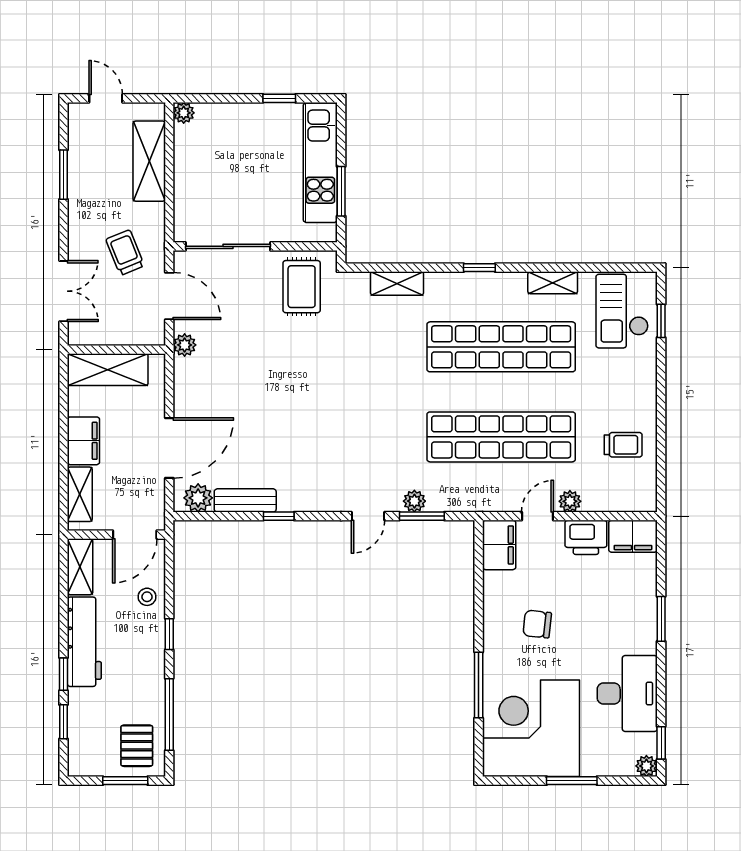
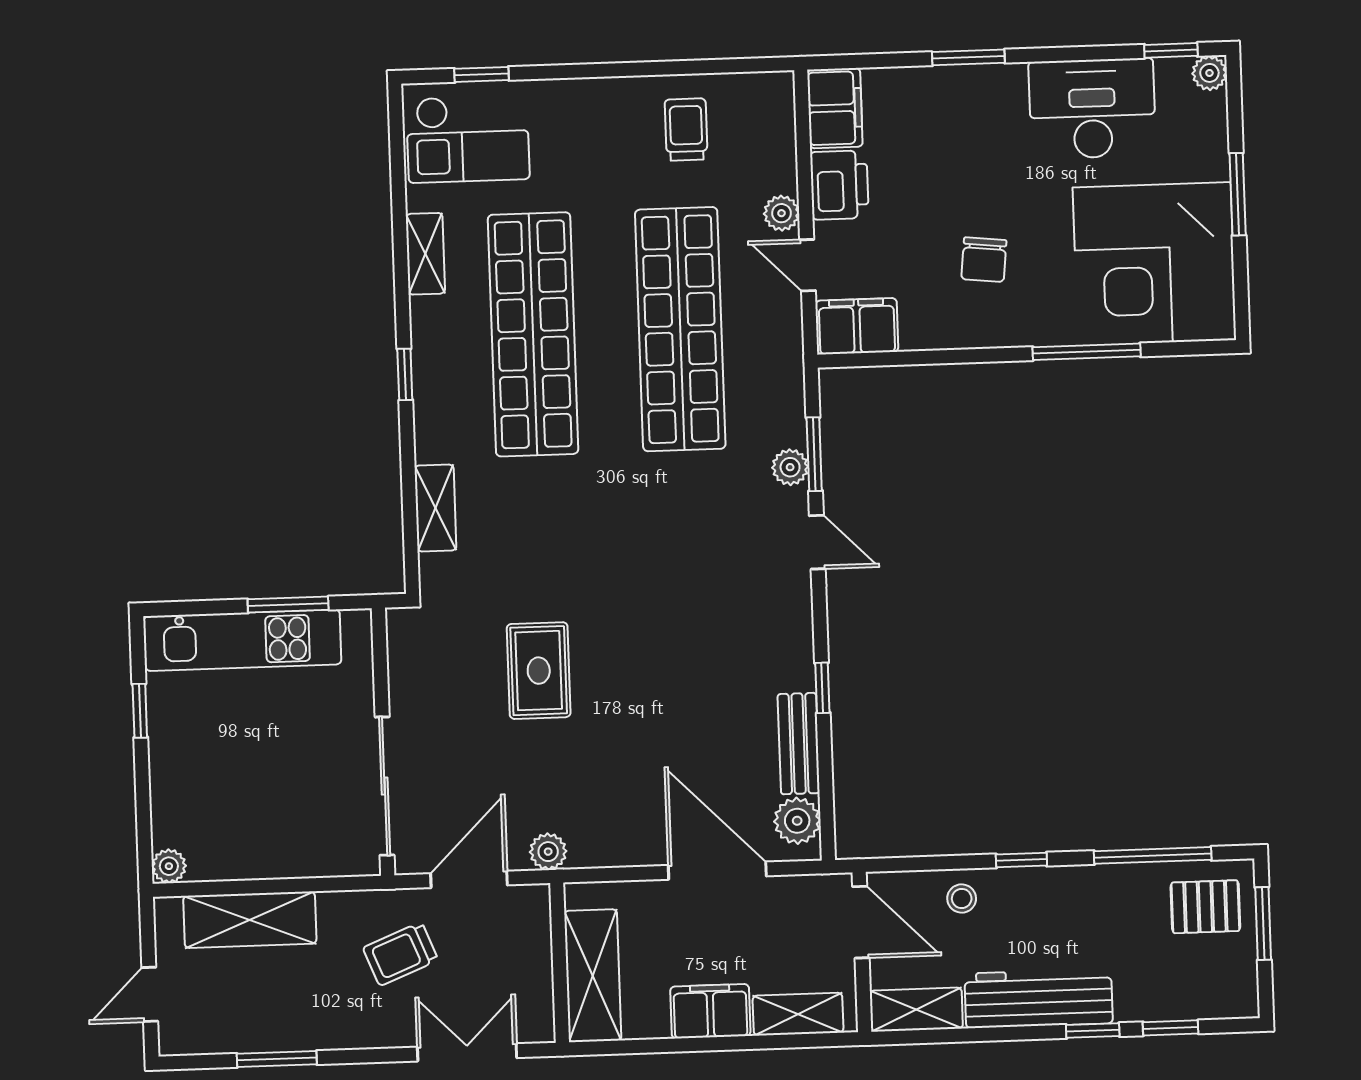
rug: (302, 287) -> (539, 671), moved, turned 90

